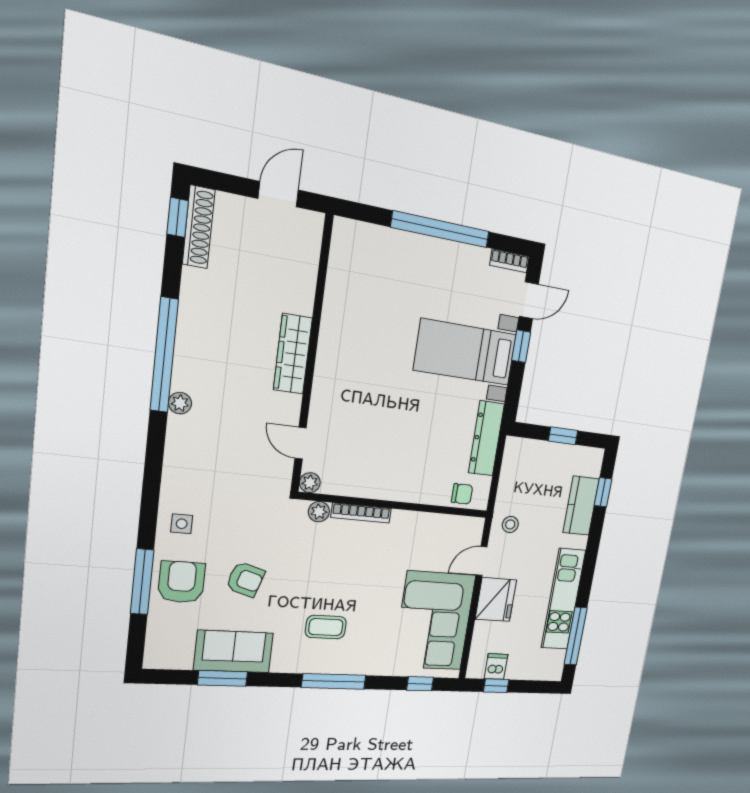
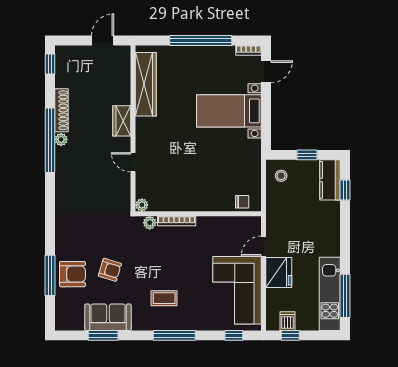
shoe rack: (199, 227) -> (62, 110), moved
wardrobe: (342, 286) -> (146, 84), added
window: (521, 346) -> (266, 101), removed
wardrobe: (293, 354) -> (122, 121), width x0.67
plant: (180, 403) -> (61, 139), moved
dresser: (486, 438) -> (253, 163), removed
door: (301, 443) -> (133, 162), moved
kitchen counter: (581, 506) -> (330, 180), moved
side table: (182, 524) -> (69, 238), removed
stool: (510, 524) -> (281, 176), moved
armchair: (182, 582) -> (72, 274), turned 90
kitchen unit: (563, 599) -> (330, 294), moved

